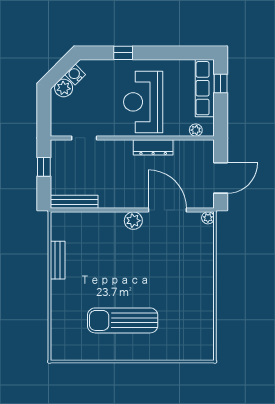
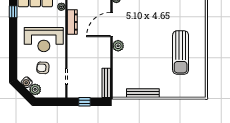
window: (123, 53) -> (13, 12), moved
armchair: (98, 100) -> (43, 68), added
dresser: (153, 147) -> (72, 22), moved
bench: (58, 260) -> (143, 93), width x1.36

